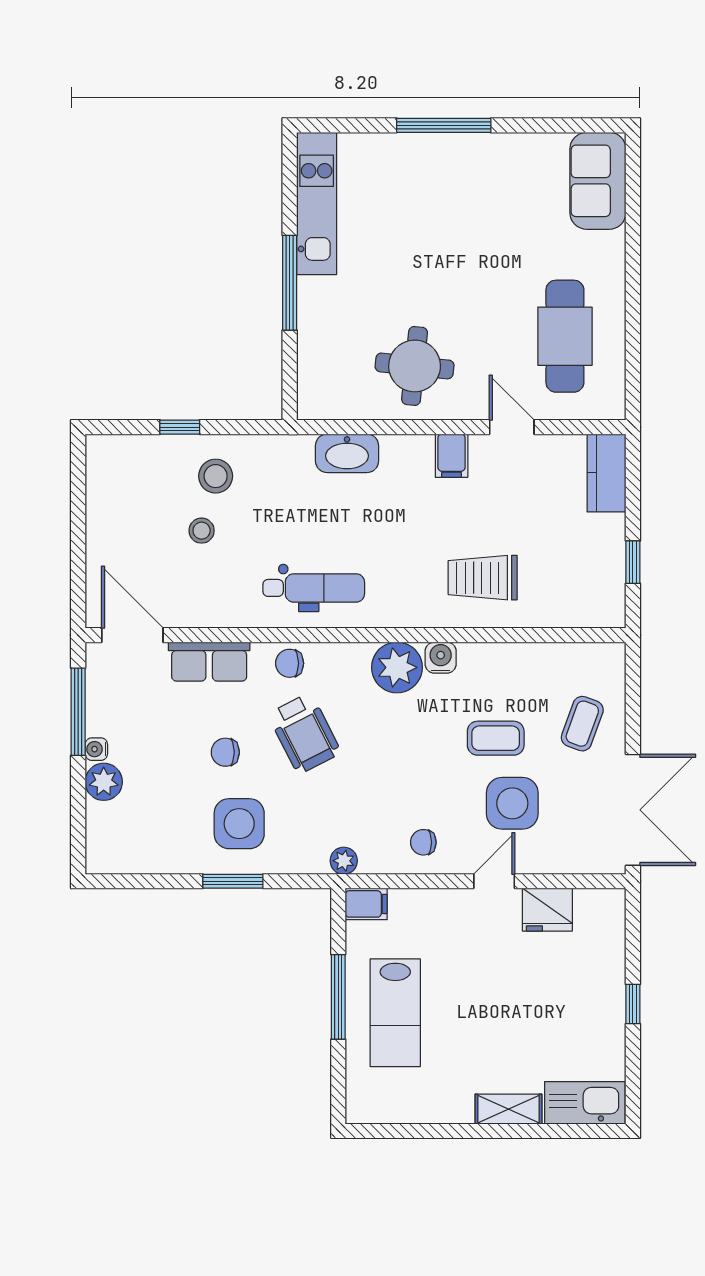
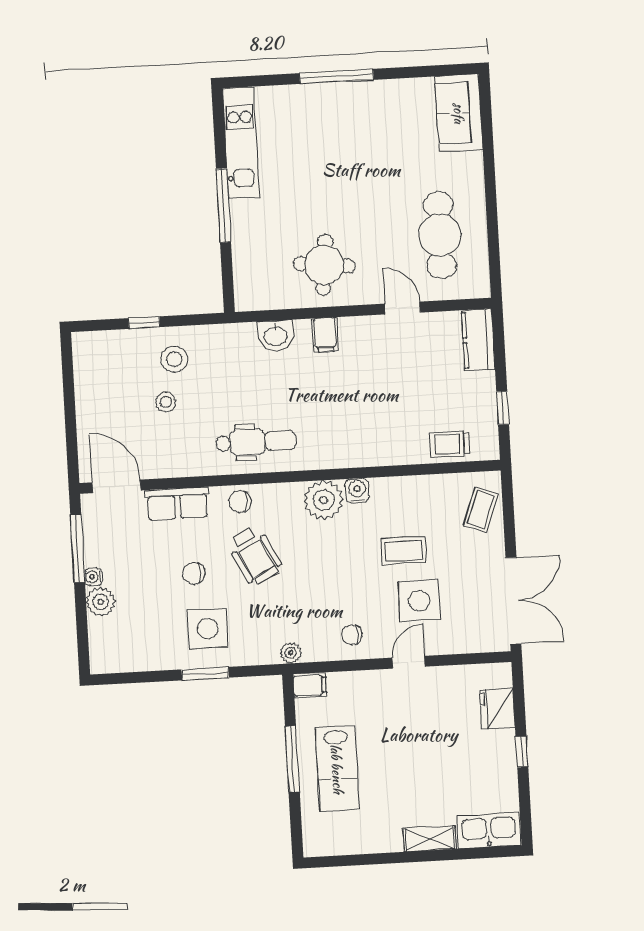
washbasin: (347, 453) -> (276, 336), width x0.72
filing cabinet: (452, 456) -> (325, 335), moved
trolley: (483, 578) -> (450, 444), moved, width x0.73, depth x0.72
coffee table: (582, 724) -> (481, 510), moved
fridge: (547, 910) -> (497, 709), moved, turned 90

